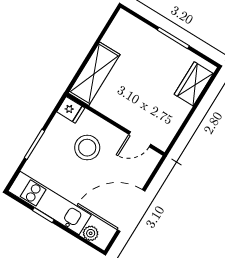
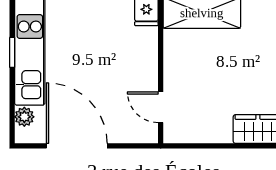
stool: (87, 148) -> (116, 55), removed

